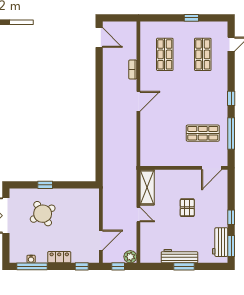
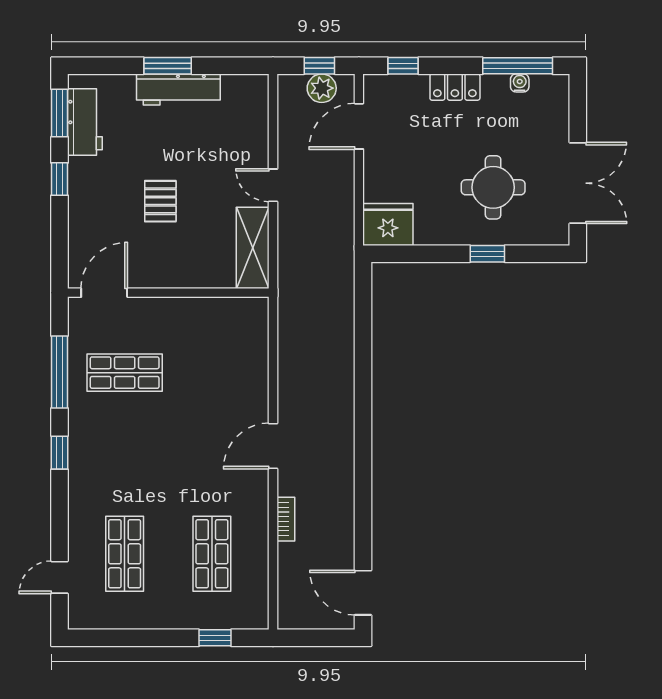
window: (191, 18) -> (215, 638), moved
fridge: (88, 197) -> (388, 225), added
round table: (43, 214) -> (493, 187), turned 31
plant: (130, 257) -> (322, 88), moved

